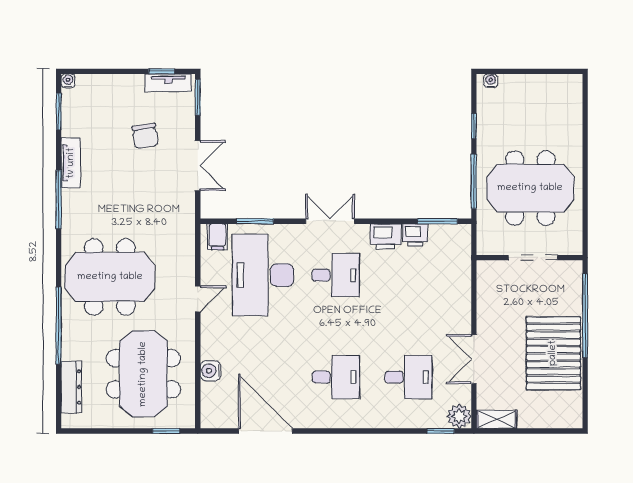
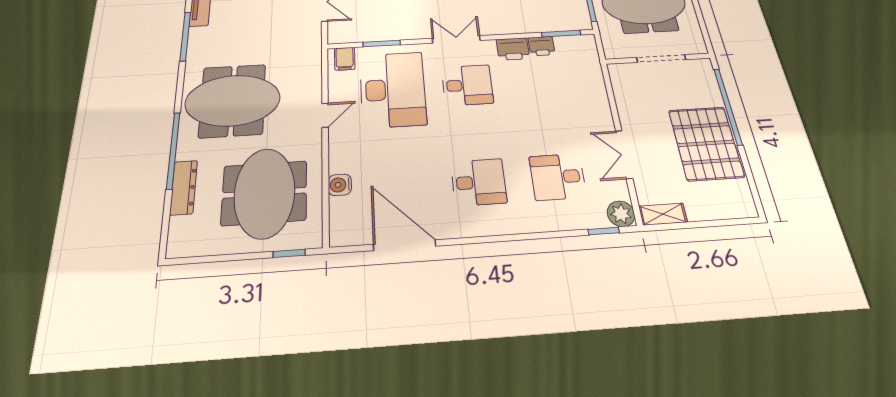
desk: (263, 275) -> (393, 89), turned 180
desk: (409, 377) -> (558, 177), turned 180
dresser: (71, 387) -> (184, 188), moved

